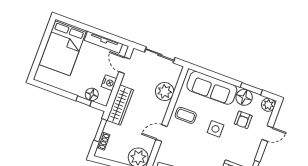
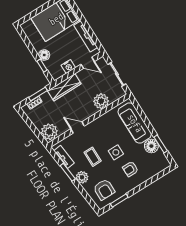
door: (124, 65) -> (88, 63), swing flipped
floor lamp: (92, 94) -> (44, 55), moved
plant: (268, 105) -> (164, 163), removed
coffee table: (186, 115) -> (93, 157), moved
armchair: (243, 120) -> (130, 169), moved
door: (267, 133) -> (148, 182), removed

